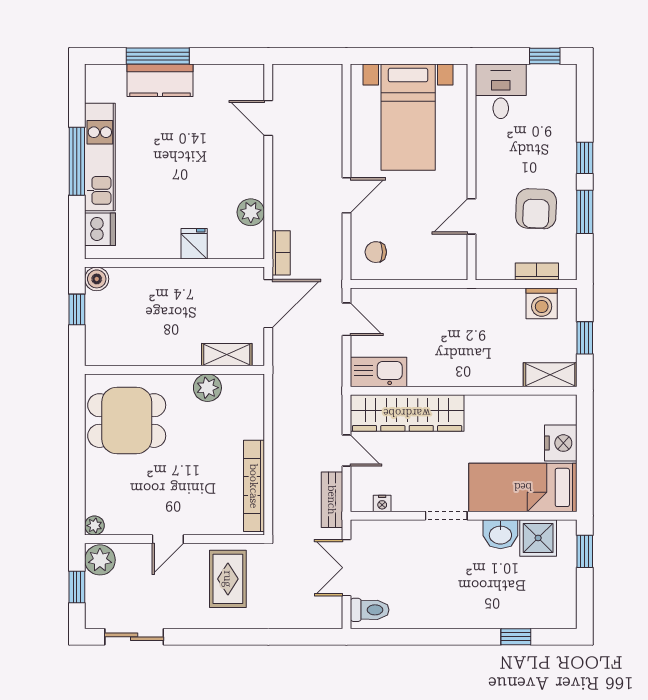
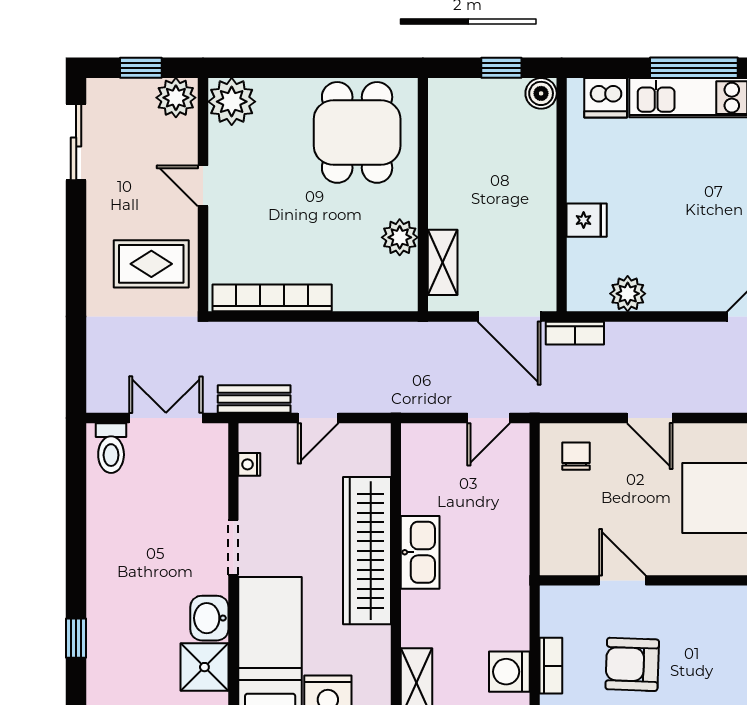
kitchen sink: (378, 372) -> (420, 552), moved
wardrobe: (407, 413) -> (367, 551), moved
plant: (94, 526) -> (232, 102), width x1.88, depth x1.88

